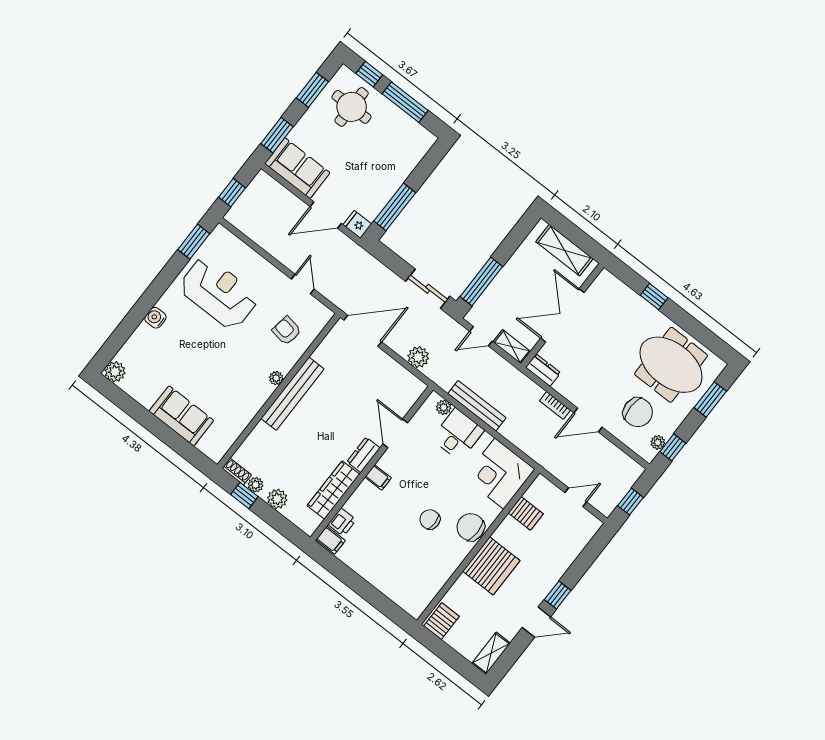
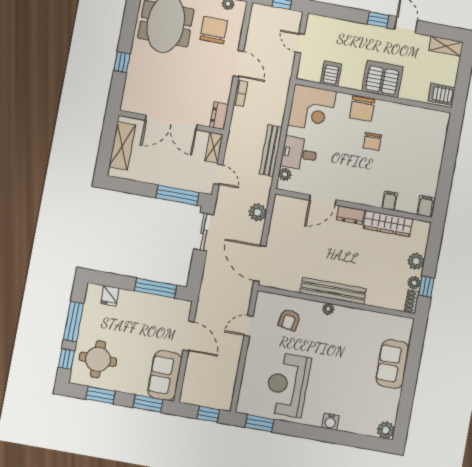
fridge: (357, 224) -> (110, 296), moved
filing cabinet: (378, 477) -> (389, 201), moved
printer: (342, 522) -> (408, 205), removed

